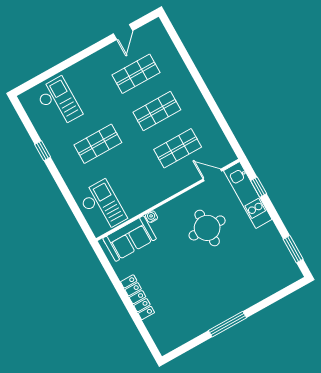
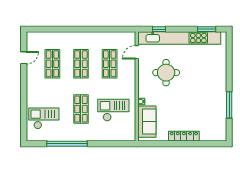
door: (123, 32) -> (24, 58), hinge flipped
window: (43, 151) -> (67, 144), width x3.17
kitchen unit: (248, 195) -> (179, 38), width x1.86
checkout: (102, 206) -> (113, 110), moved
window: (227, 324) -> (229, 105), moved

